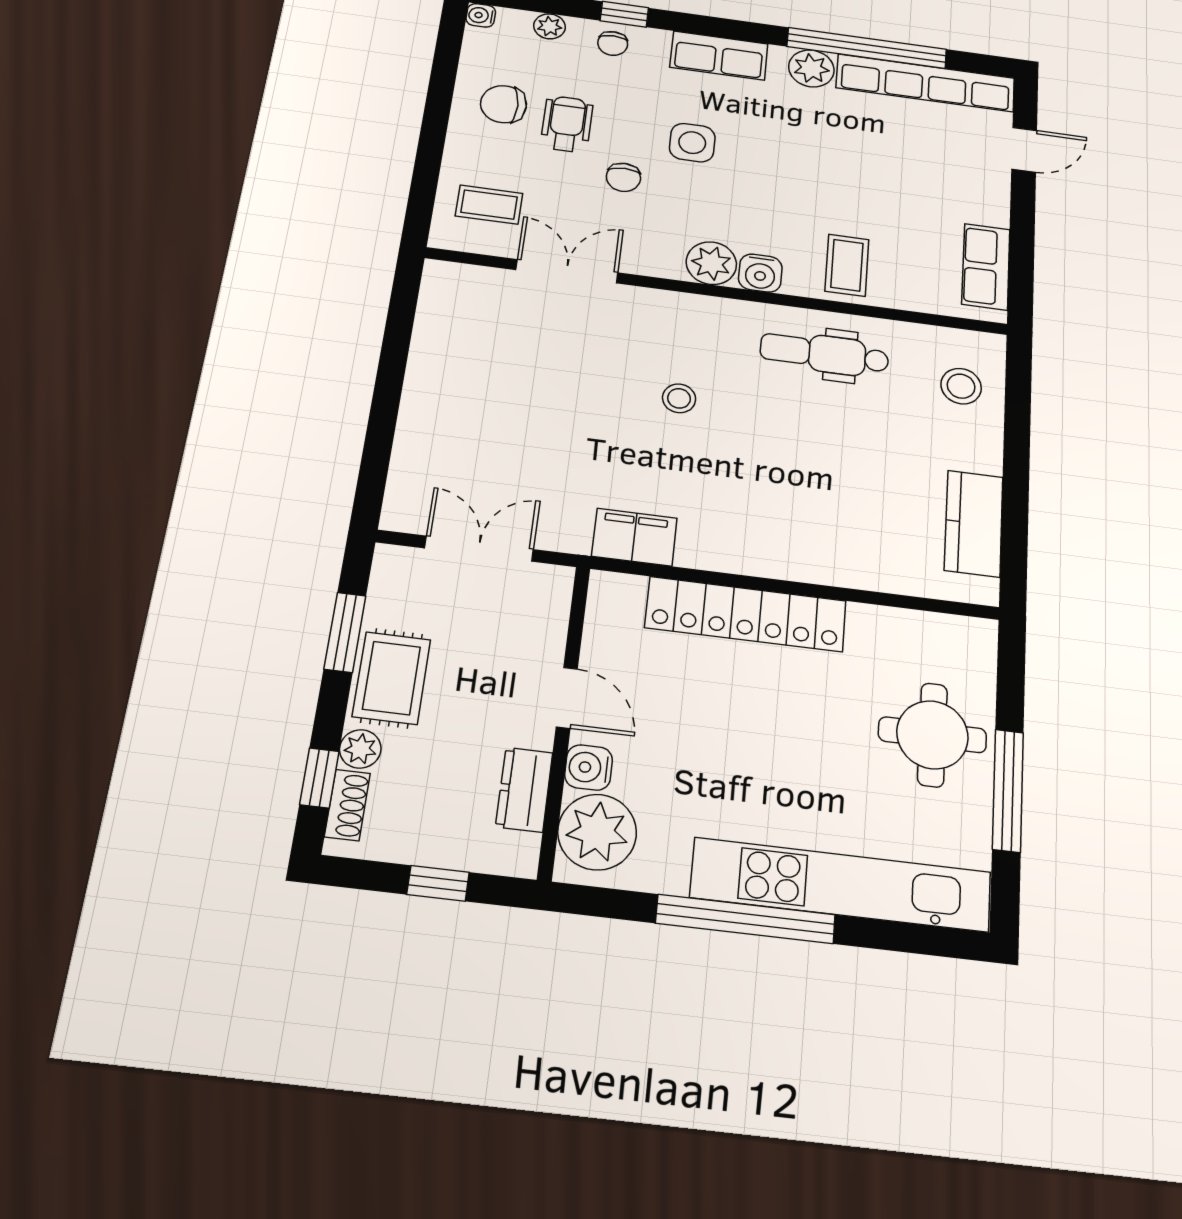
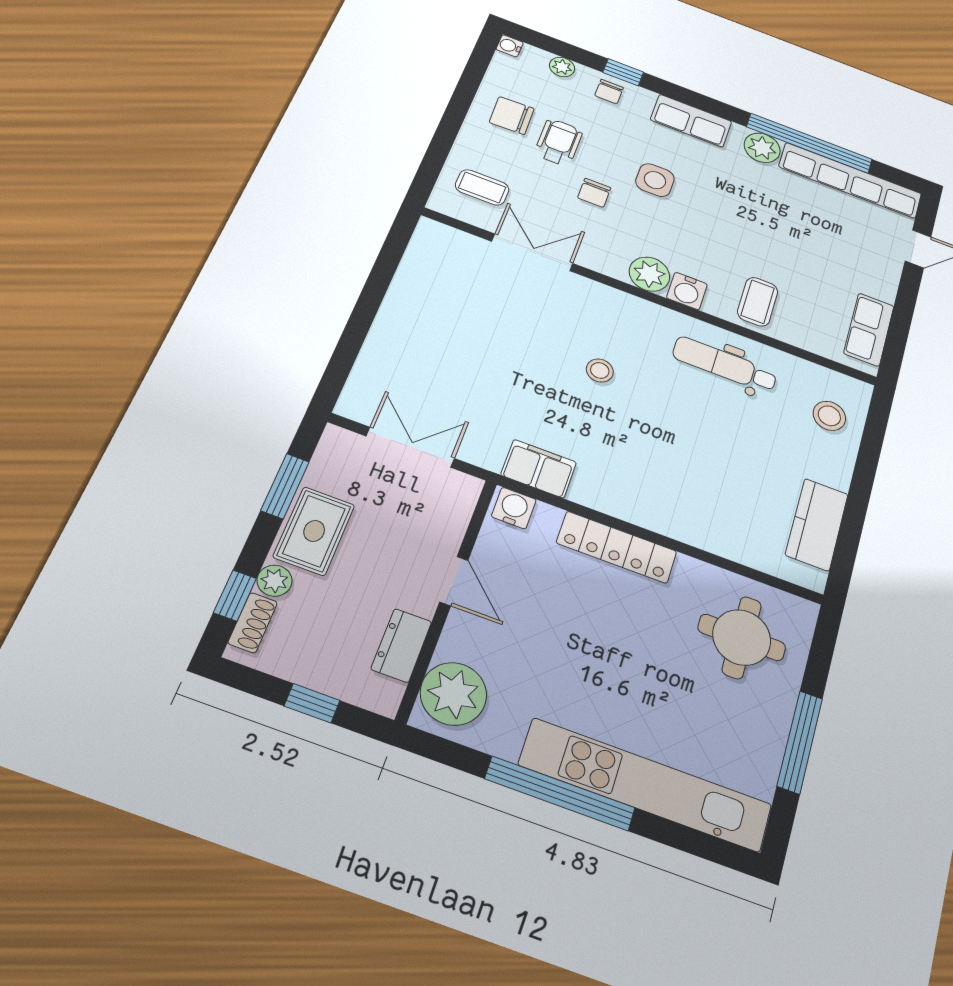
locker: (746, 614) -> (617, 547), width x0.71, depth x0.83
round table: (932, 735) -> (742, 637), moved
water cooler: (589, 767) -> (514, 508), moved, turned 90

